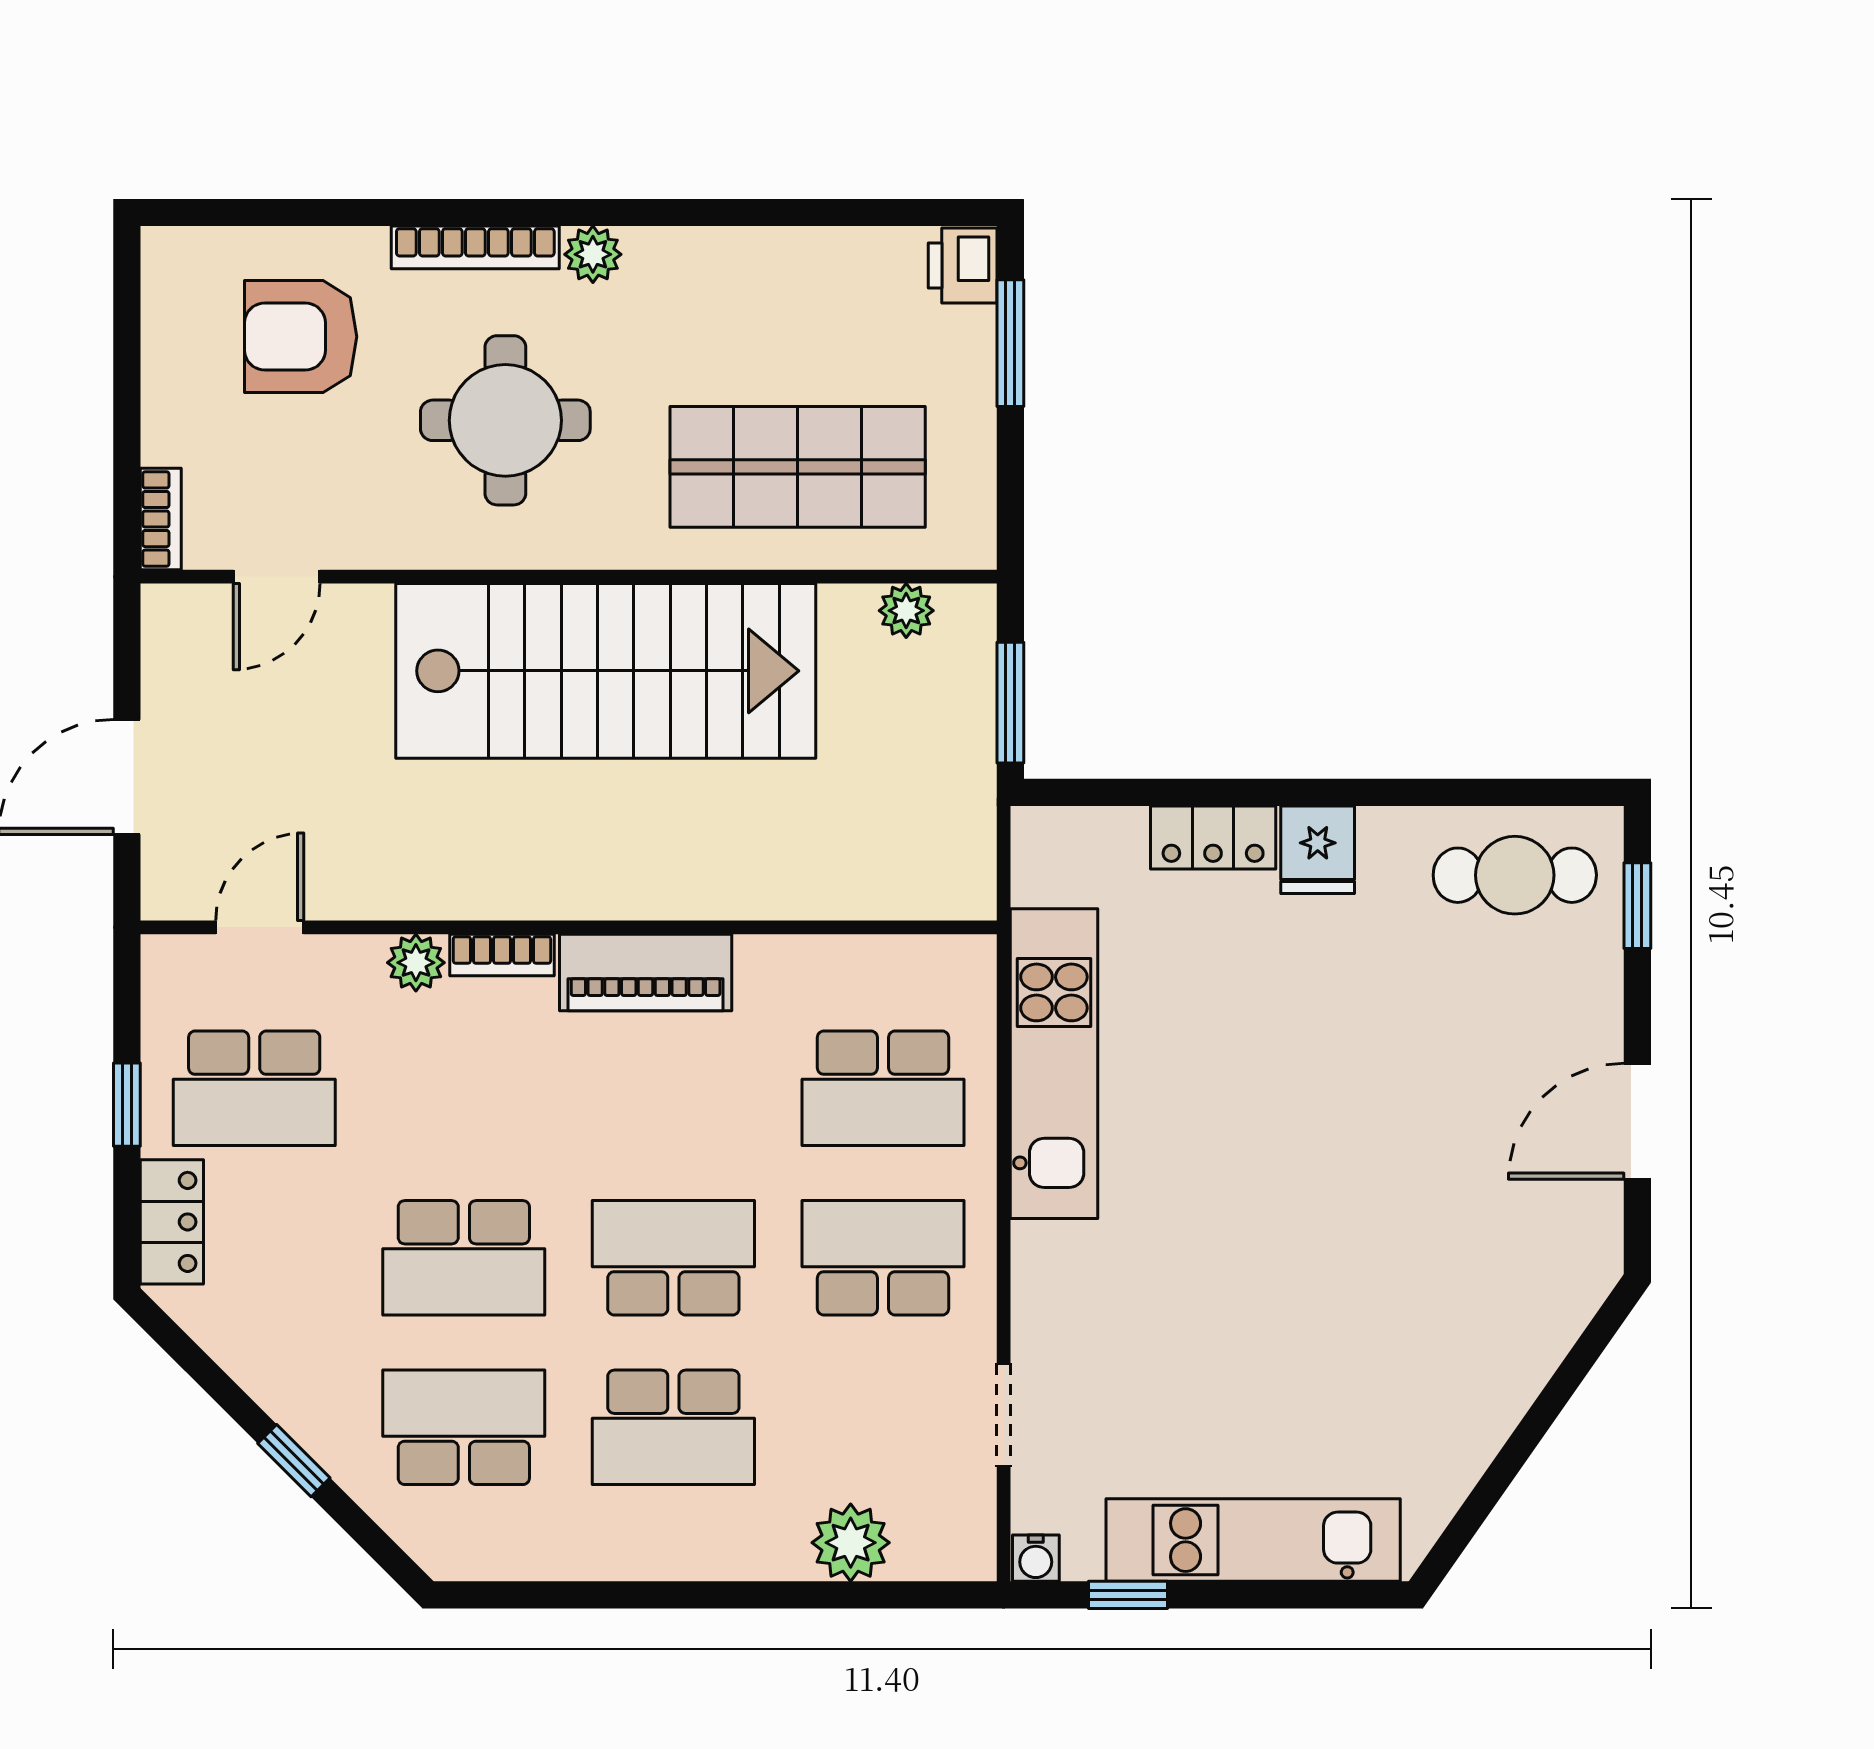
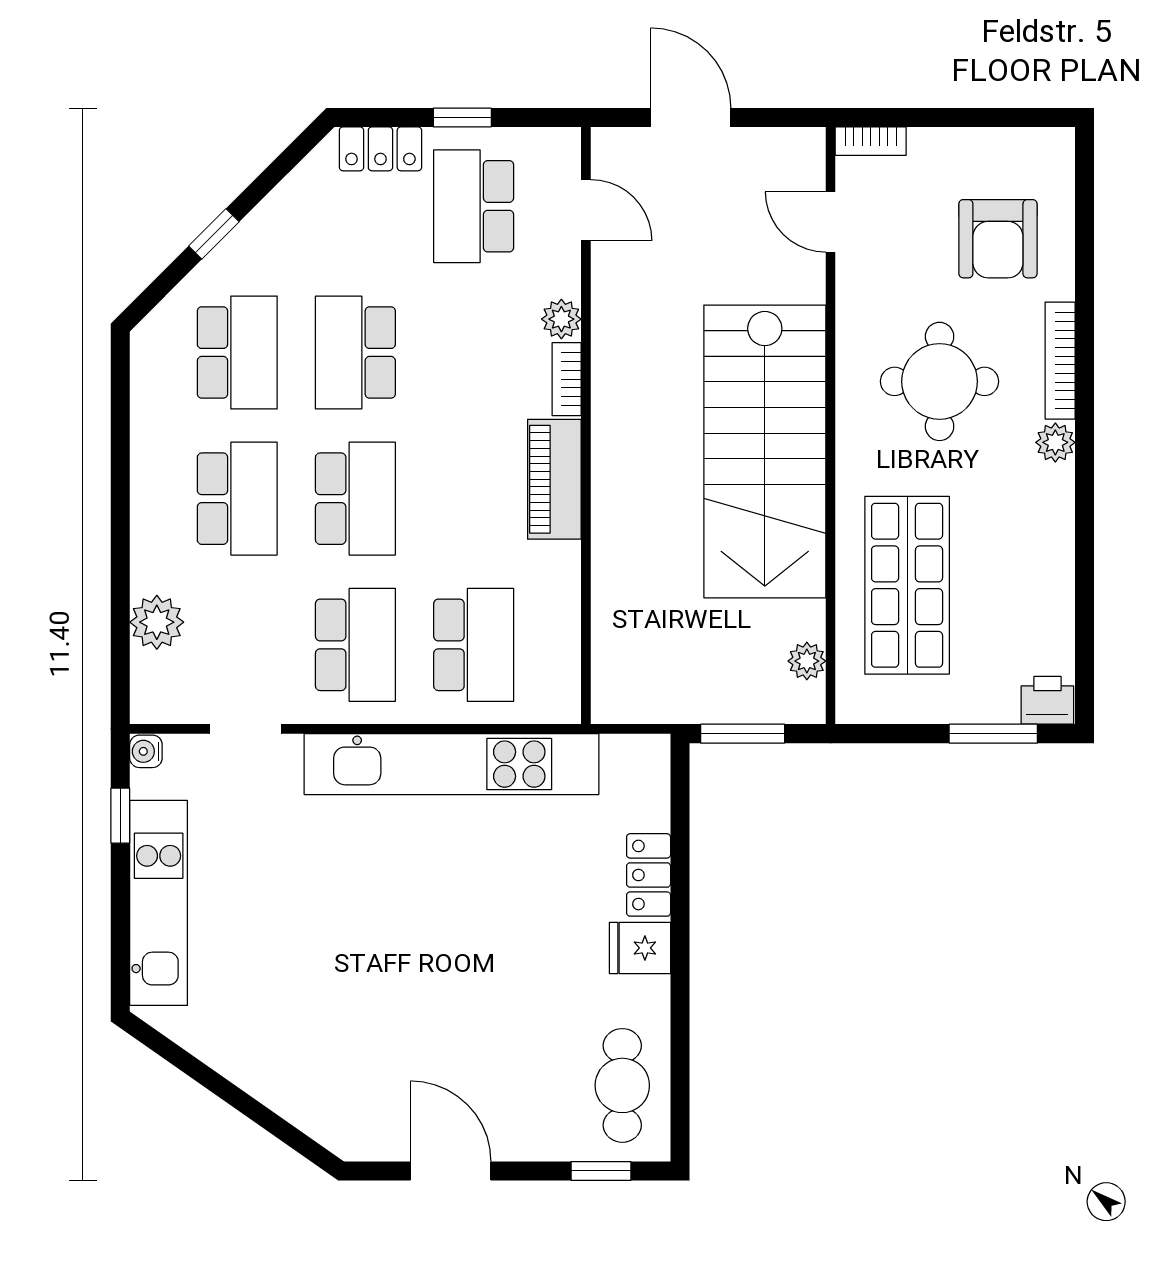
armchair: (301, 337) -> (998, 239), turned 180
kitchen unit: (1054, 1064) -> (452, 764), width x1.36
school desk: (883, 1088) -> (474, 645), turned 180
school desk: (673, 1427) -> (237, 499), turned 180

